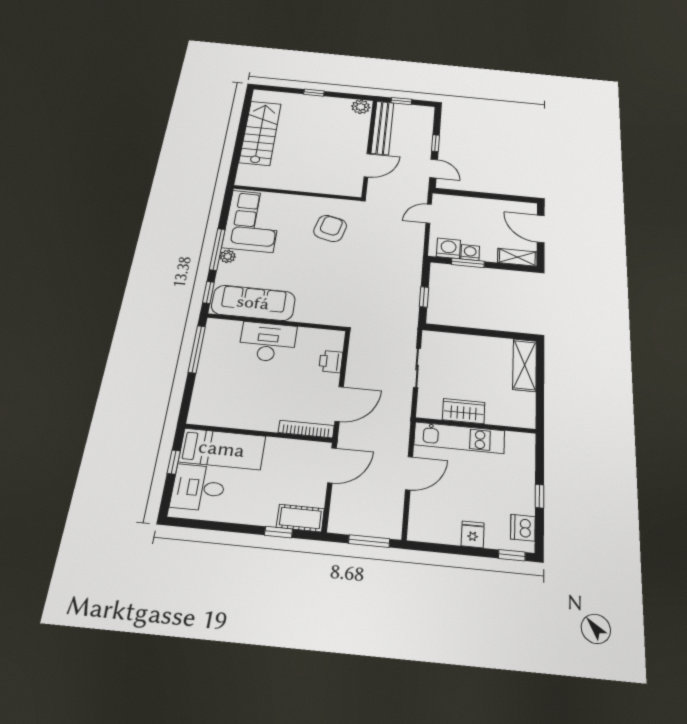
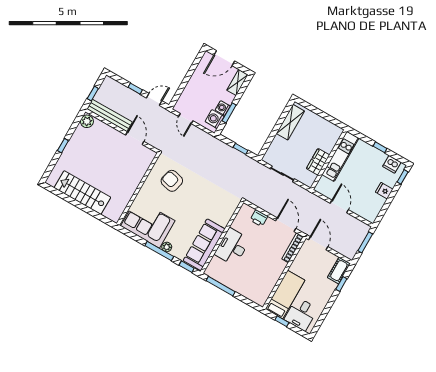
shelving: (525, 365) -> (290, 122), moved, turned 90
kitchen unit: (459, 438) -> (340, 156), moved

